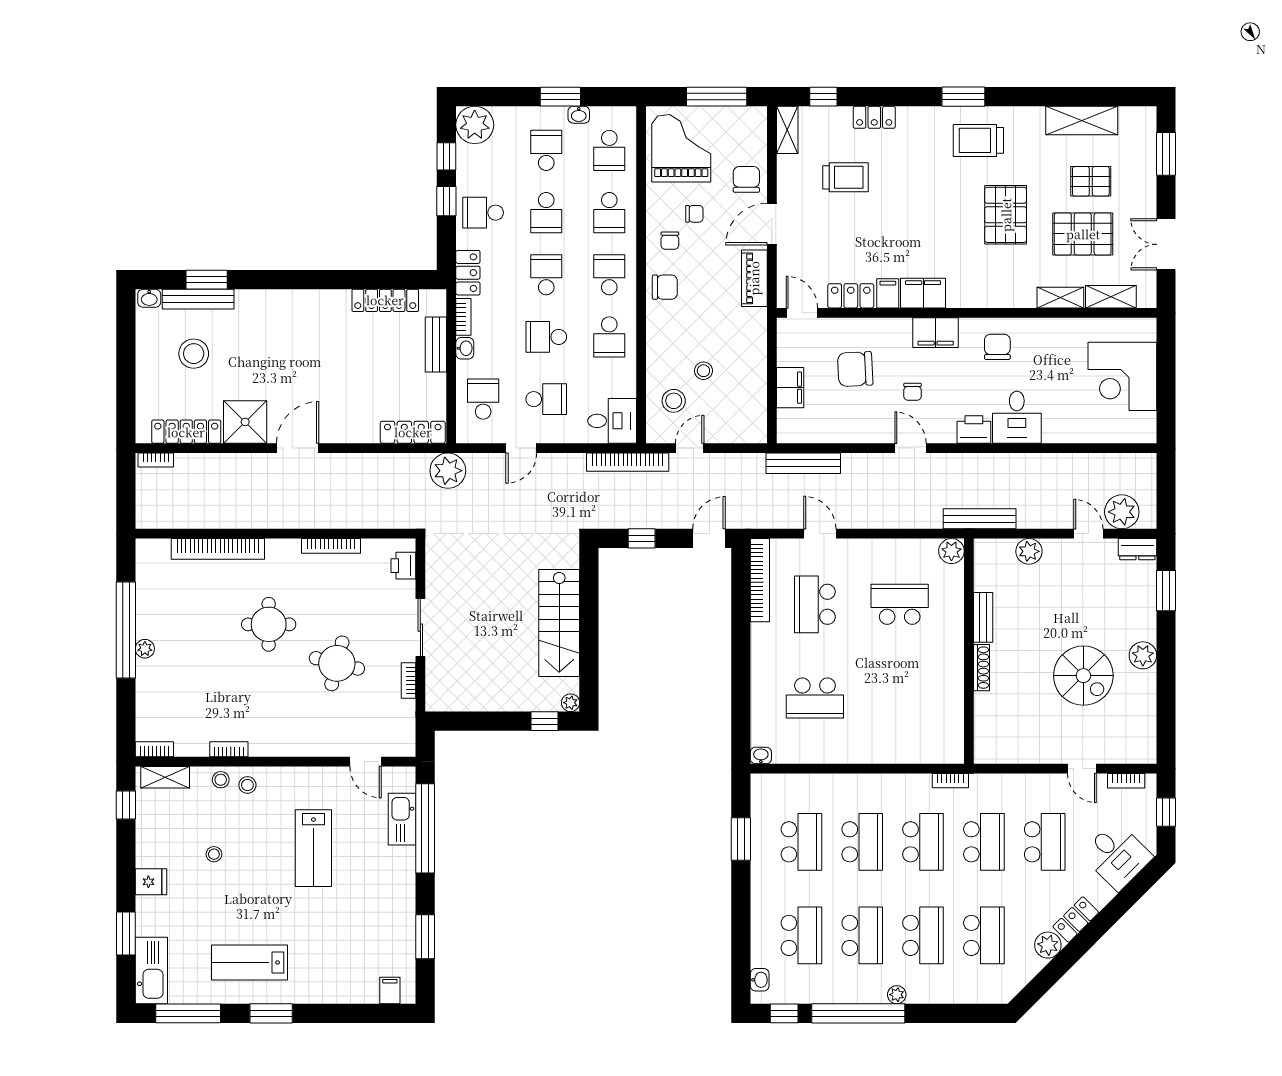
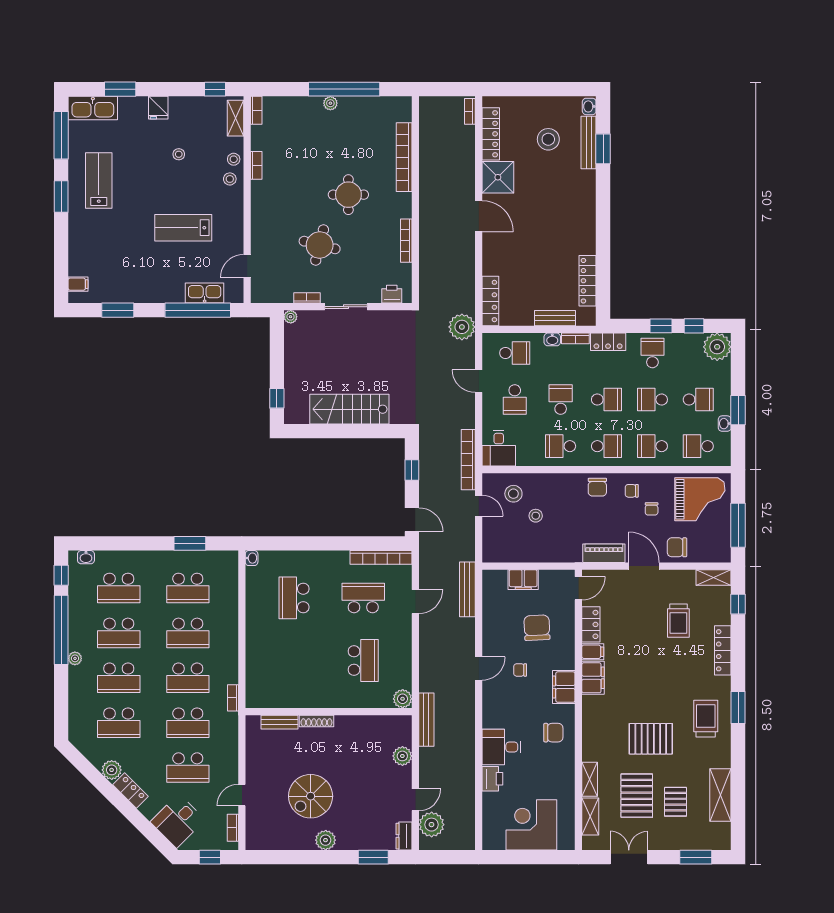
locker: (874, 117) -> (723, 650), width x1.53
chair: (746, 179) -> (677, 547), turned 180
printer: (974, 429) -> (492, 779), moved
bench: (983, 617) -> (279, 722), moved
plant: (570, 703) -> (291, 317), moved

